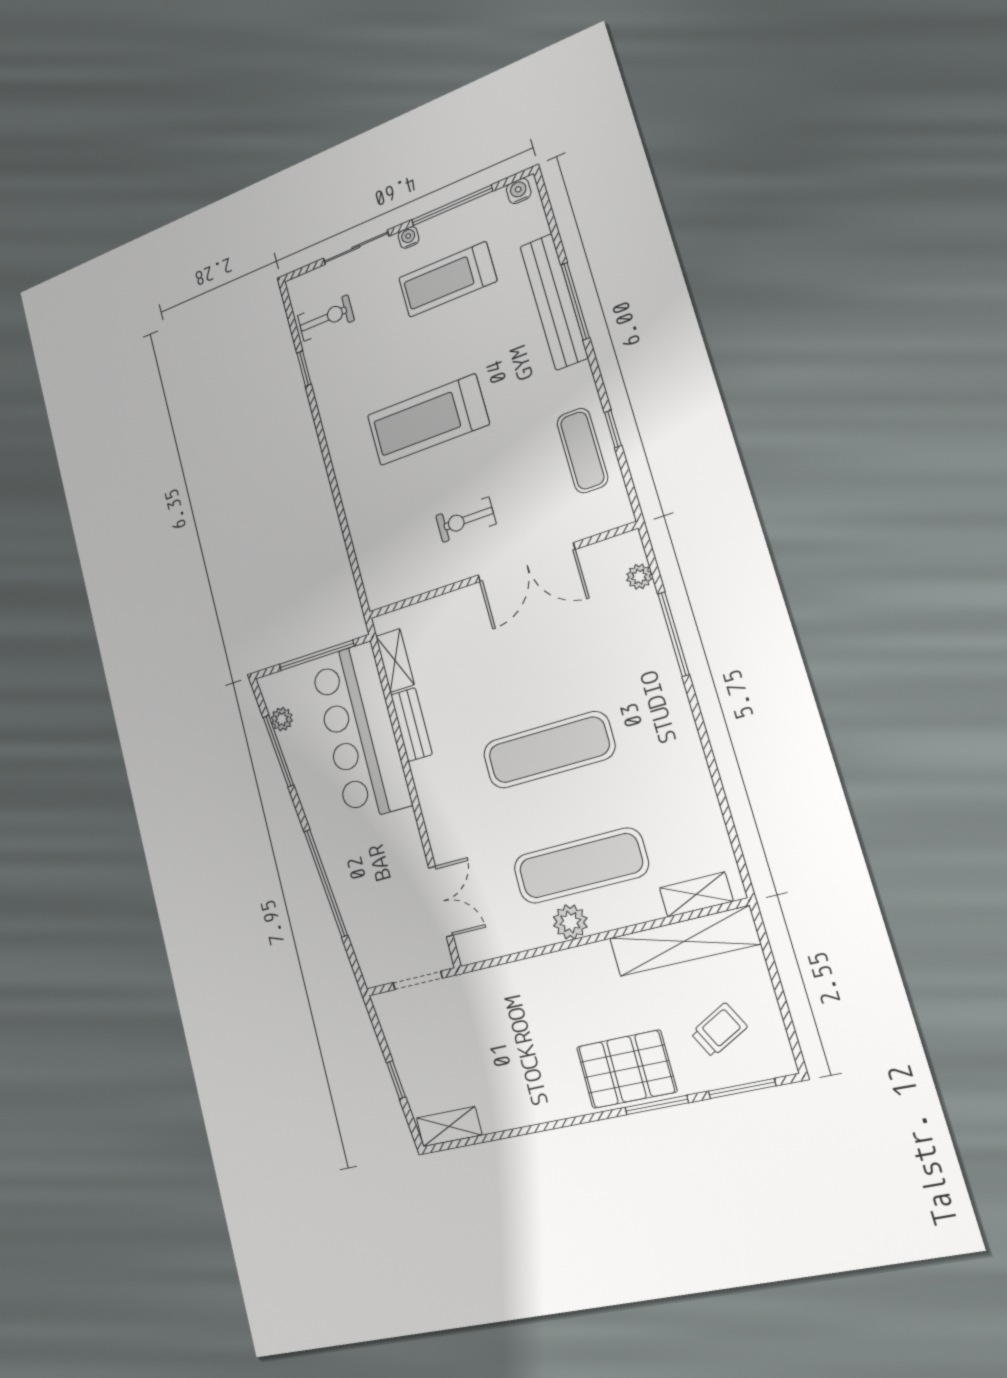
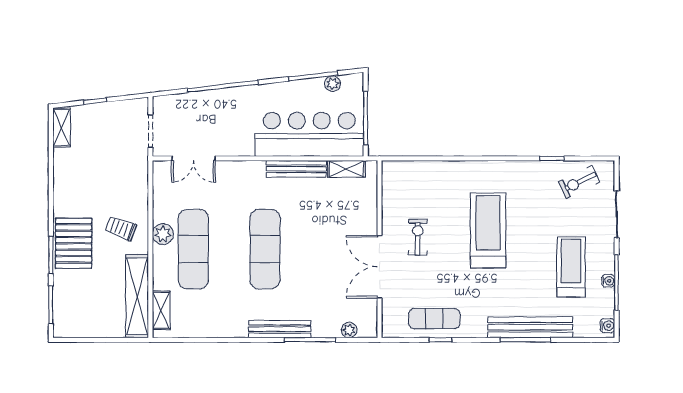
water cooler: (409, 237) -> (608, 281), moved
exercise bike: (326, 318) -> (579, 182), turned 64
bench: (670, 689) -> (280, 329), added
bench: (412, 725) -> (296, 169), width x1.36
trolley: (719, 1030) -> (121, 228), moved, turned 138

